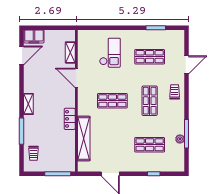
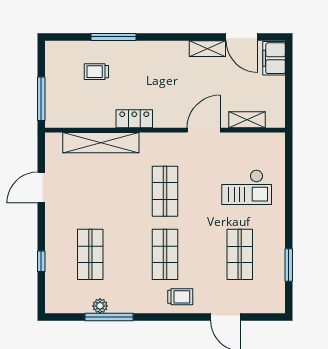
shop shelf: (150, 101) -> (165, 254), turned 90
shelving: (28, 104) -> (207, 49), moved
trolley: (34, 153) -> (96, 72), moved

